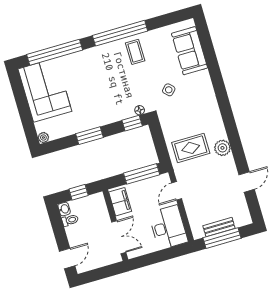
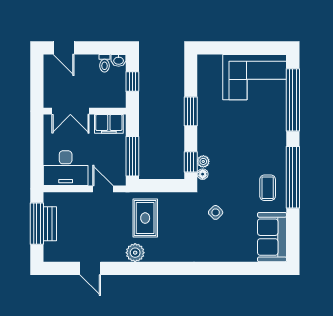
sofa: (190, 51) -> (272, 237), moved, turned -90
coffee table: (135, 52) -> (268, 188), turned 90
plant: (43, 138) -> (203, 161), moved

